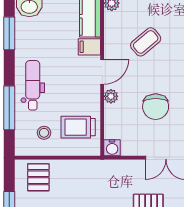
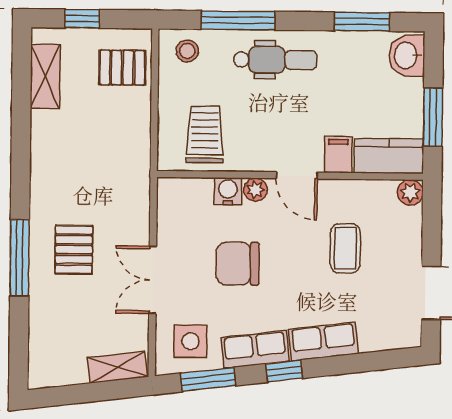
coffee table: (146, 42) -> (345, 248), turned 40
stool: (44, 133) -> (187, 51), moved
water cooler: (112, 148) -> (228, 191), moved, turned 90

